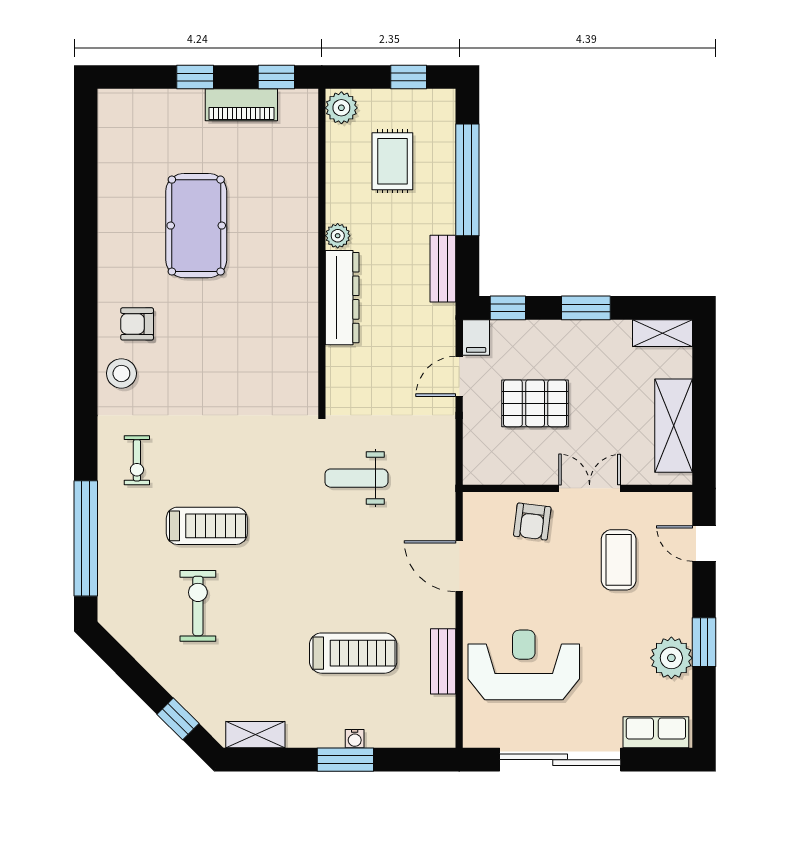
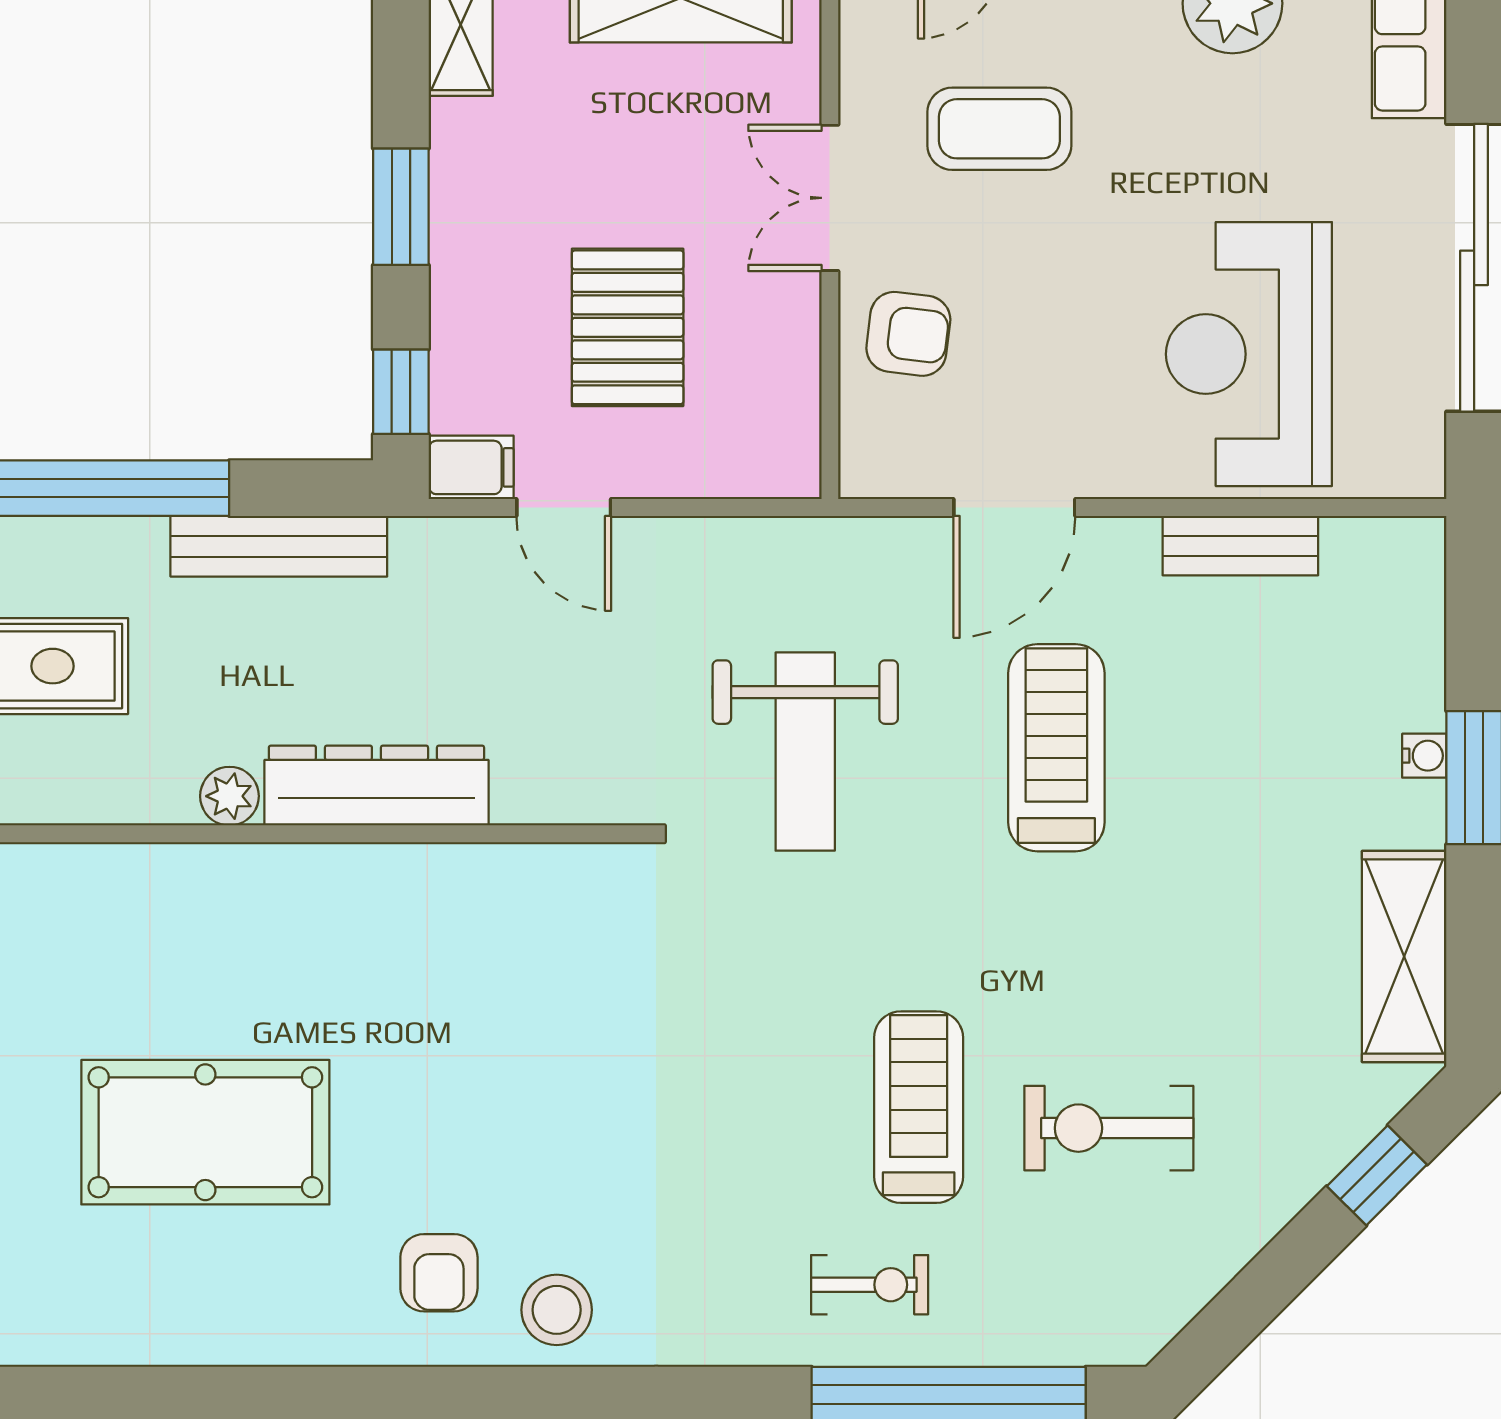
bench: (443, 269) -> (279, 546), width x1.36
exercise bike: (137, 460) -> (870, 1285), moved
weight bench: (356, 478) -> (805, 752), width x1.36, depth x1.33
treadmill: (353, 653) -> (1056, 748), moved
shelving: (255, 735) -> (1404, 956), width x1.50, depth x1.33

